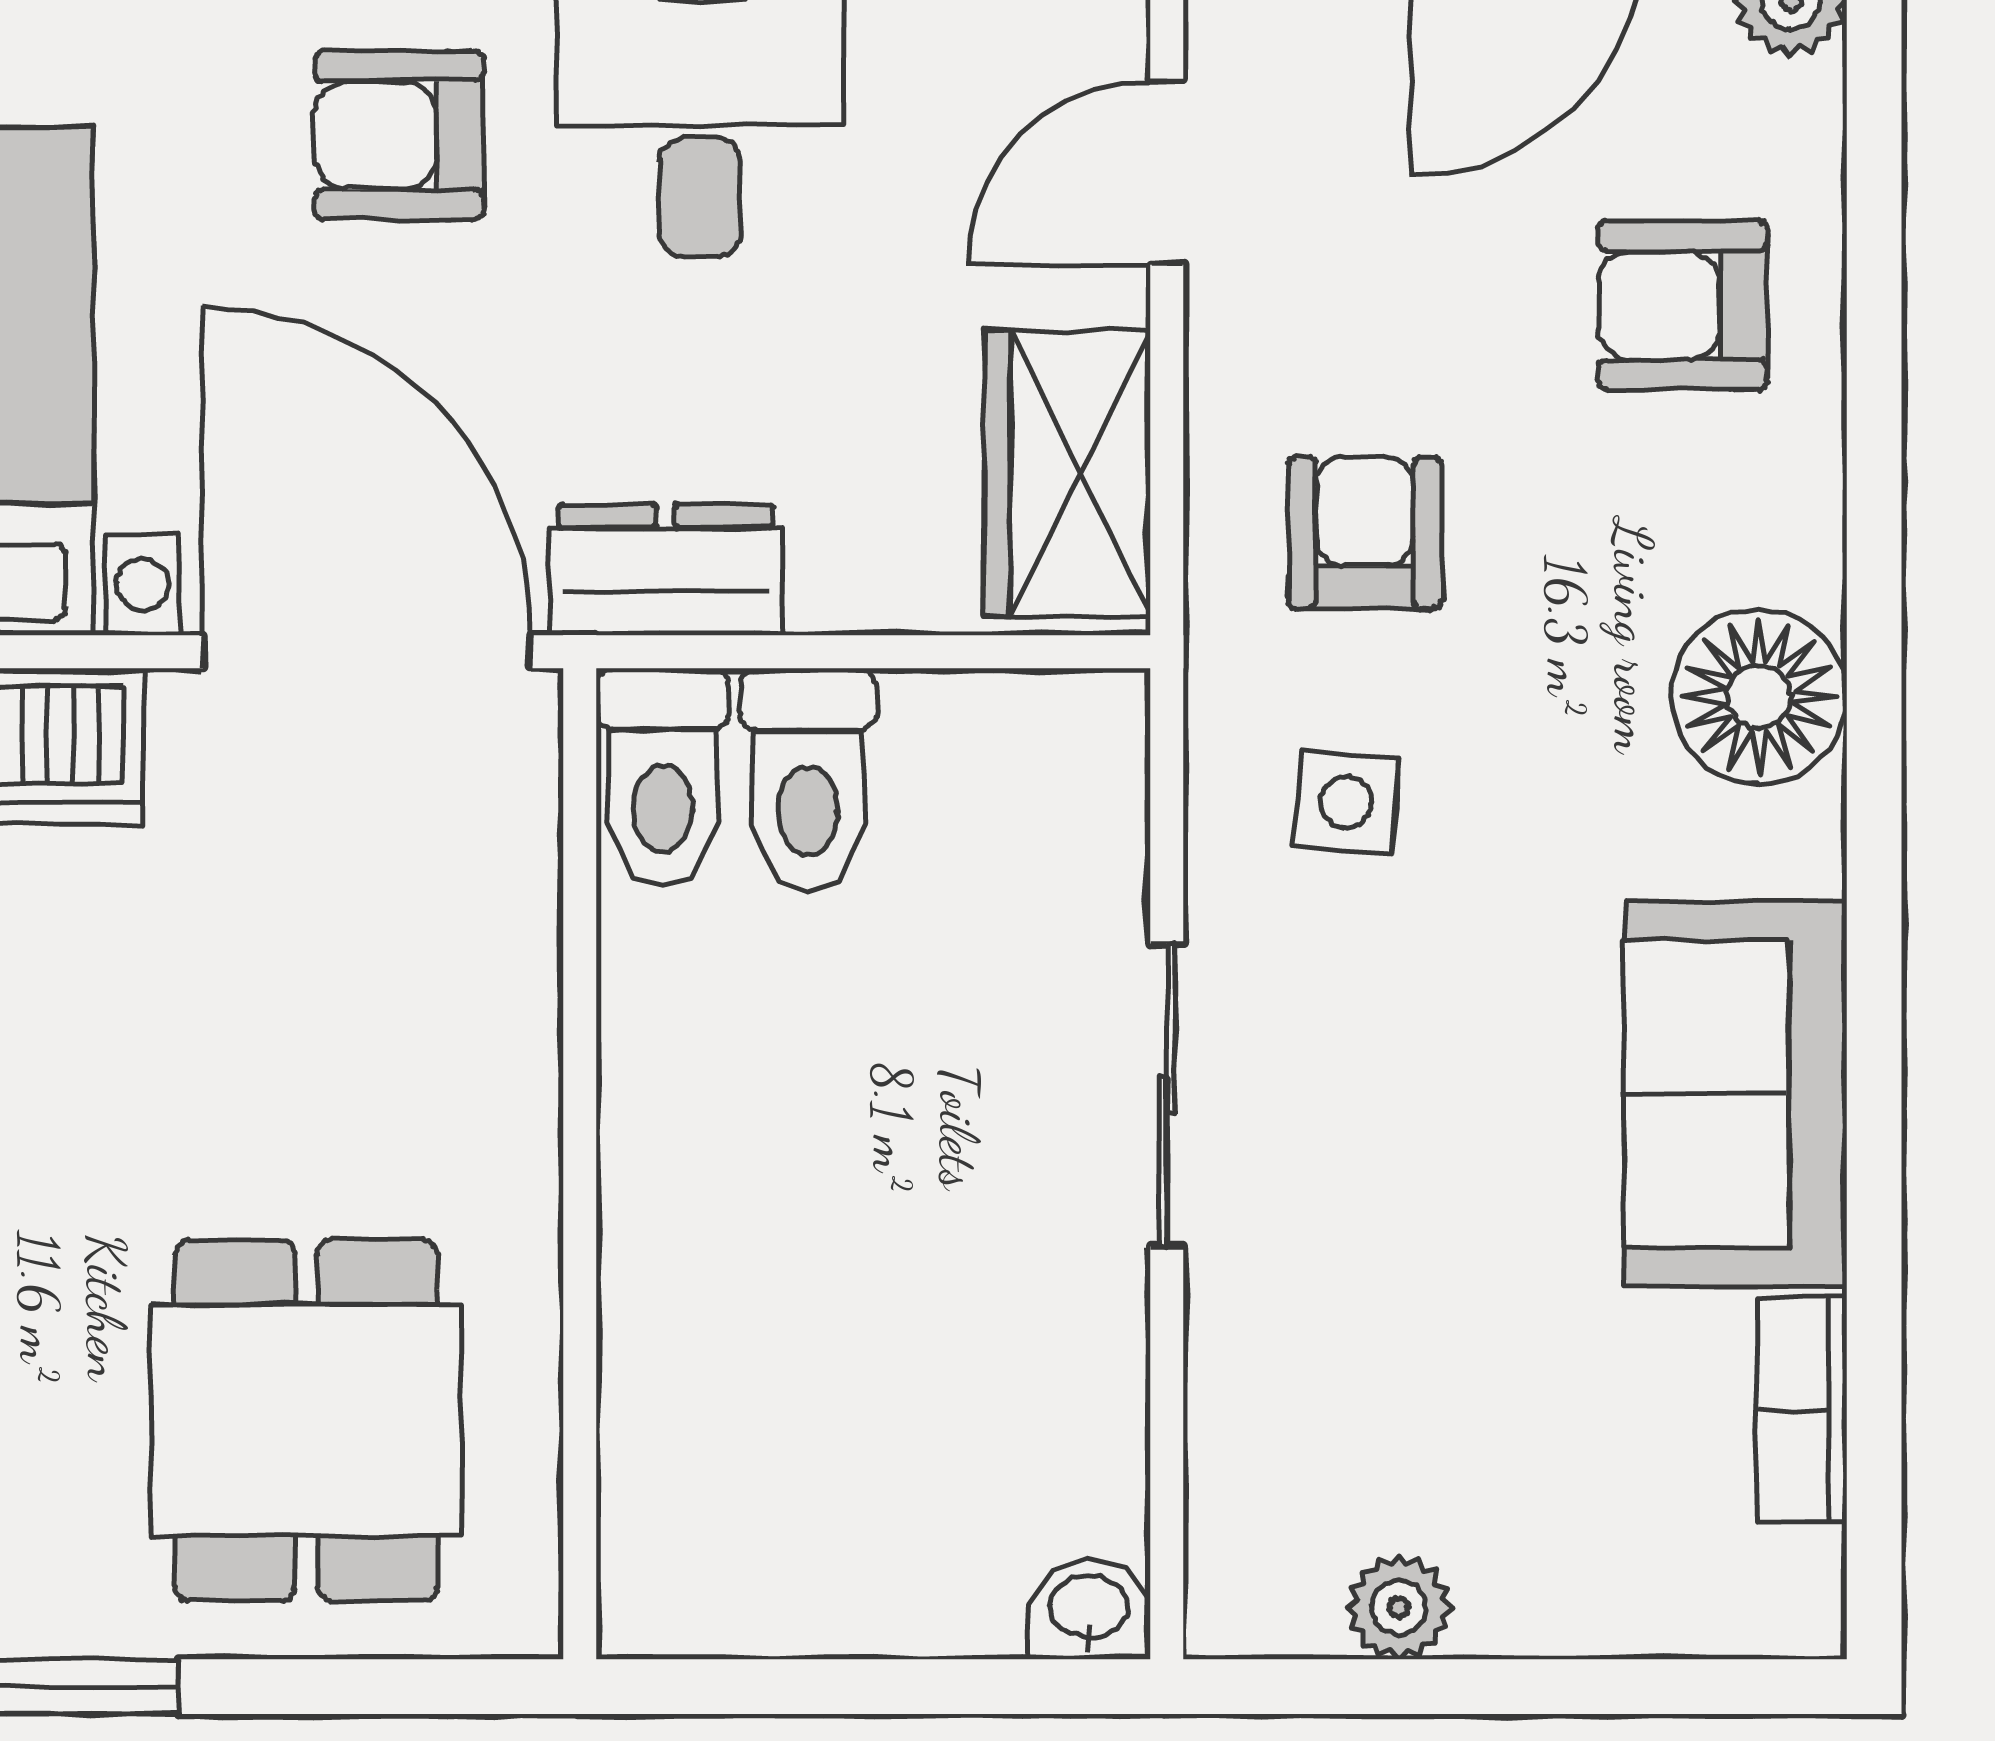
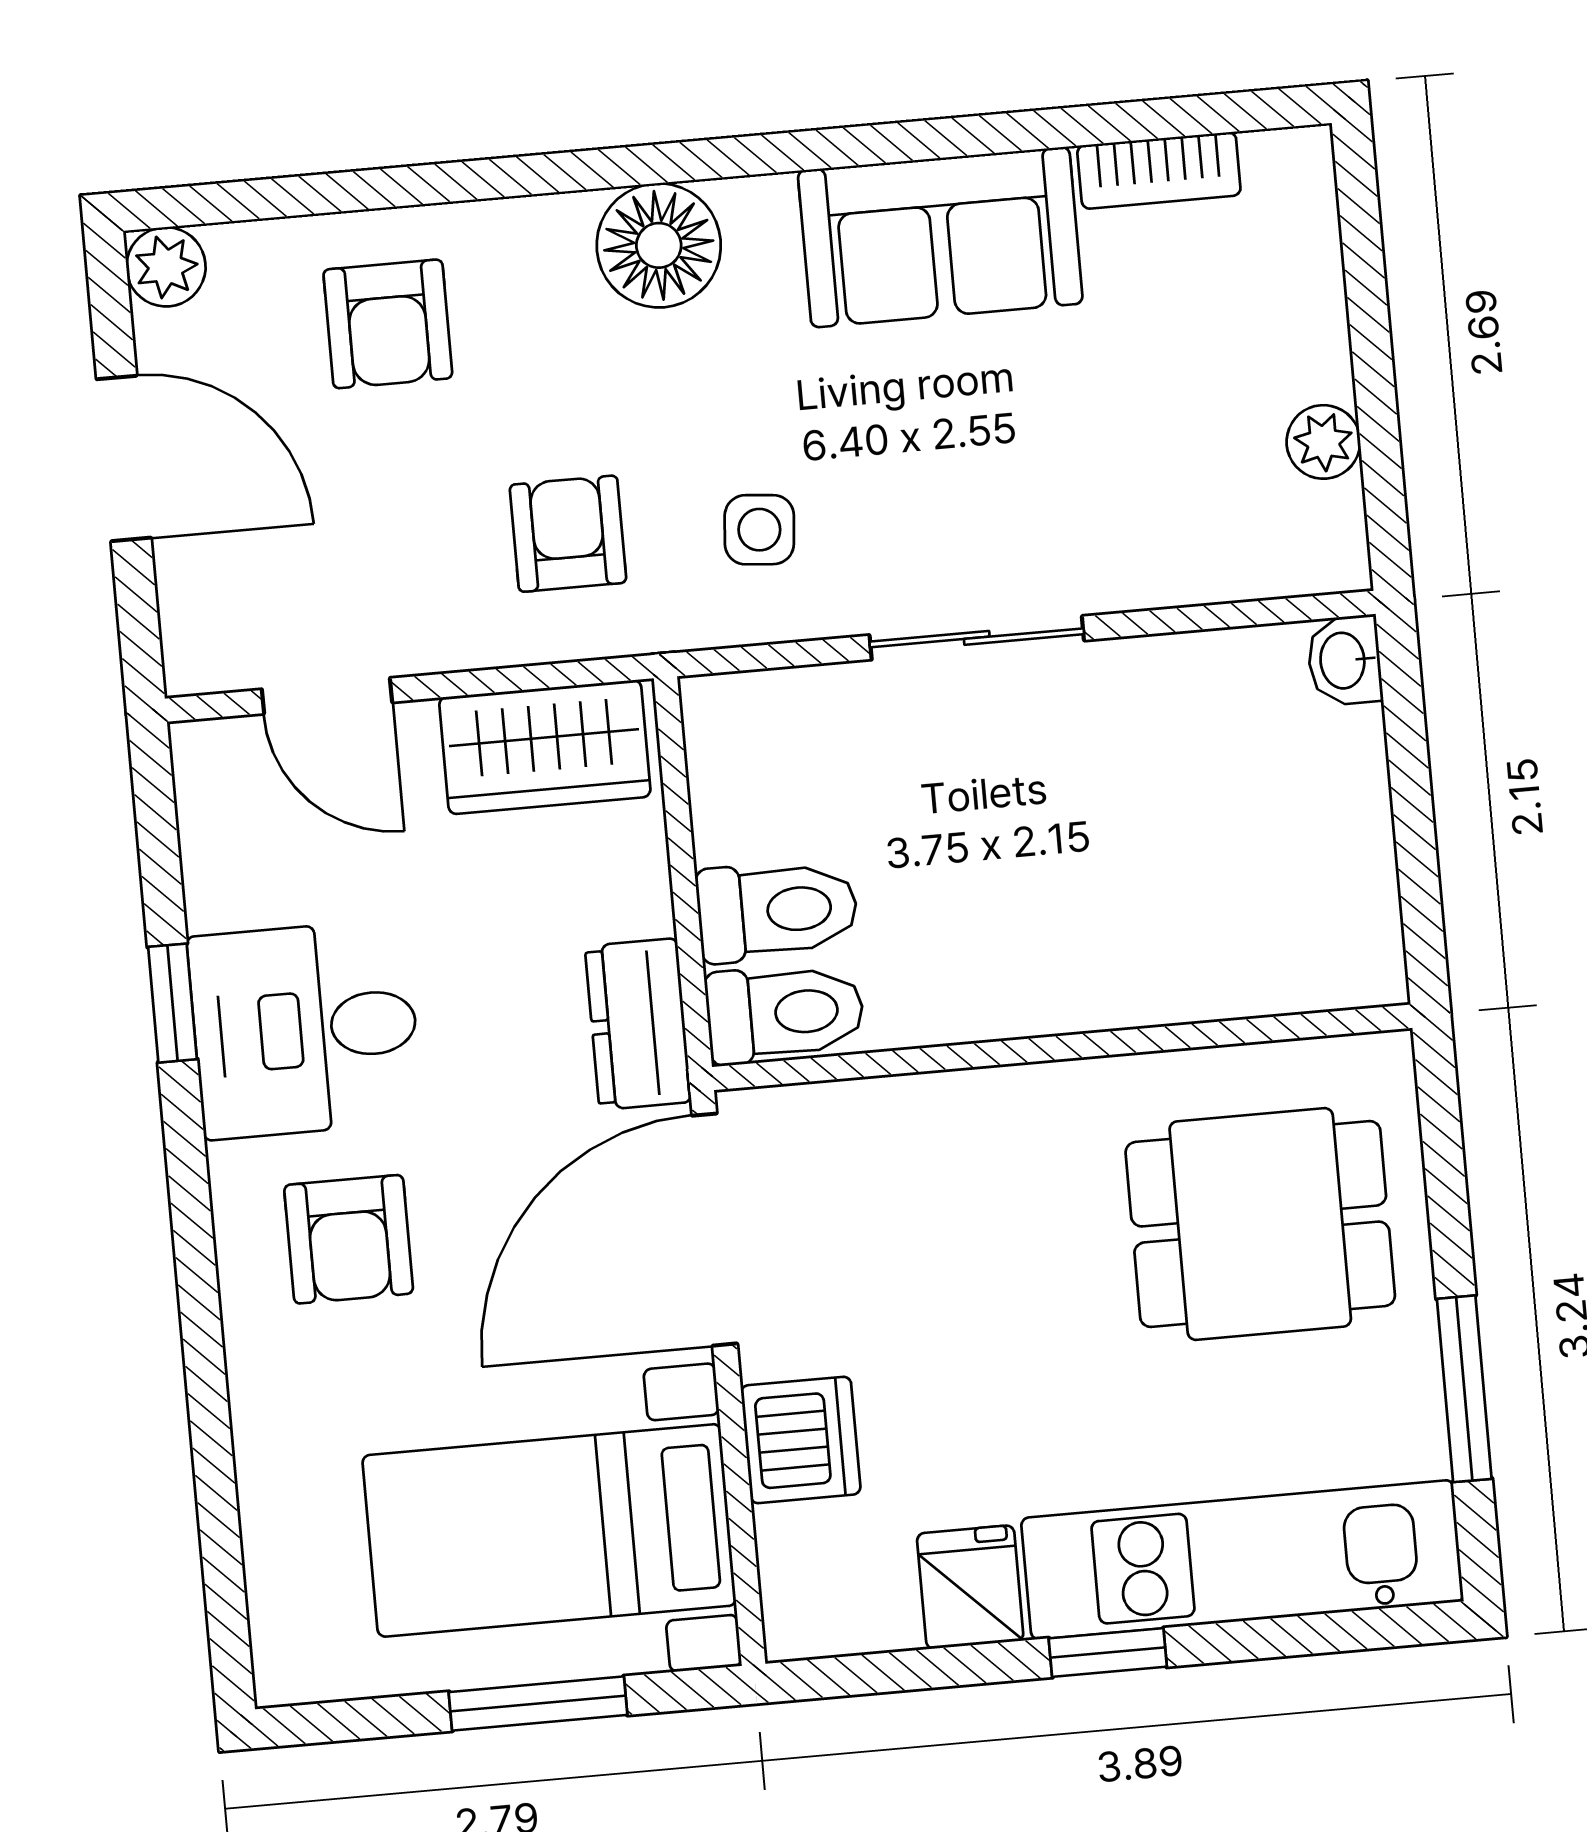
armchair: (1365, 533) -> (568, 534), turned 90

